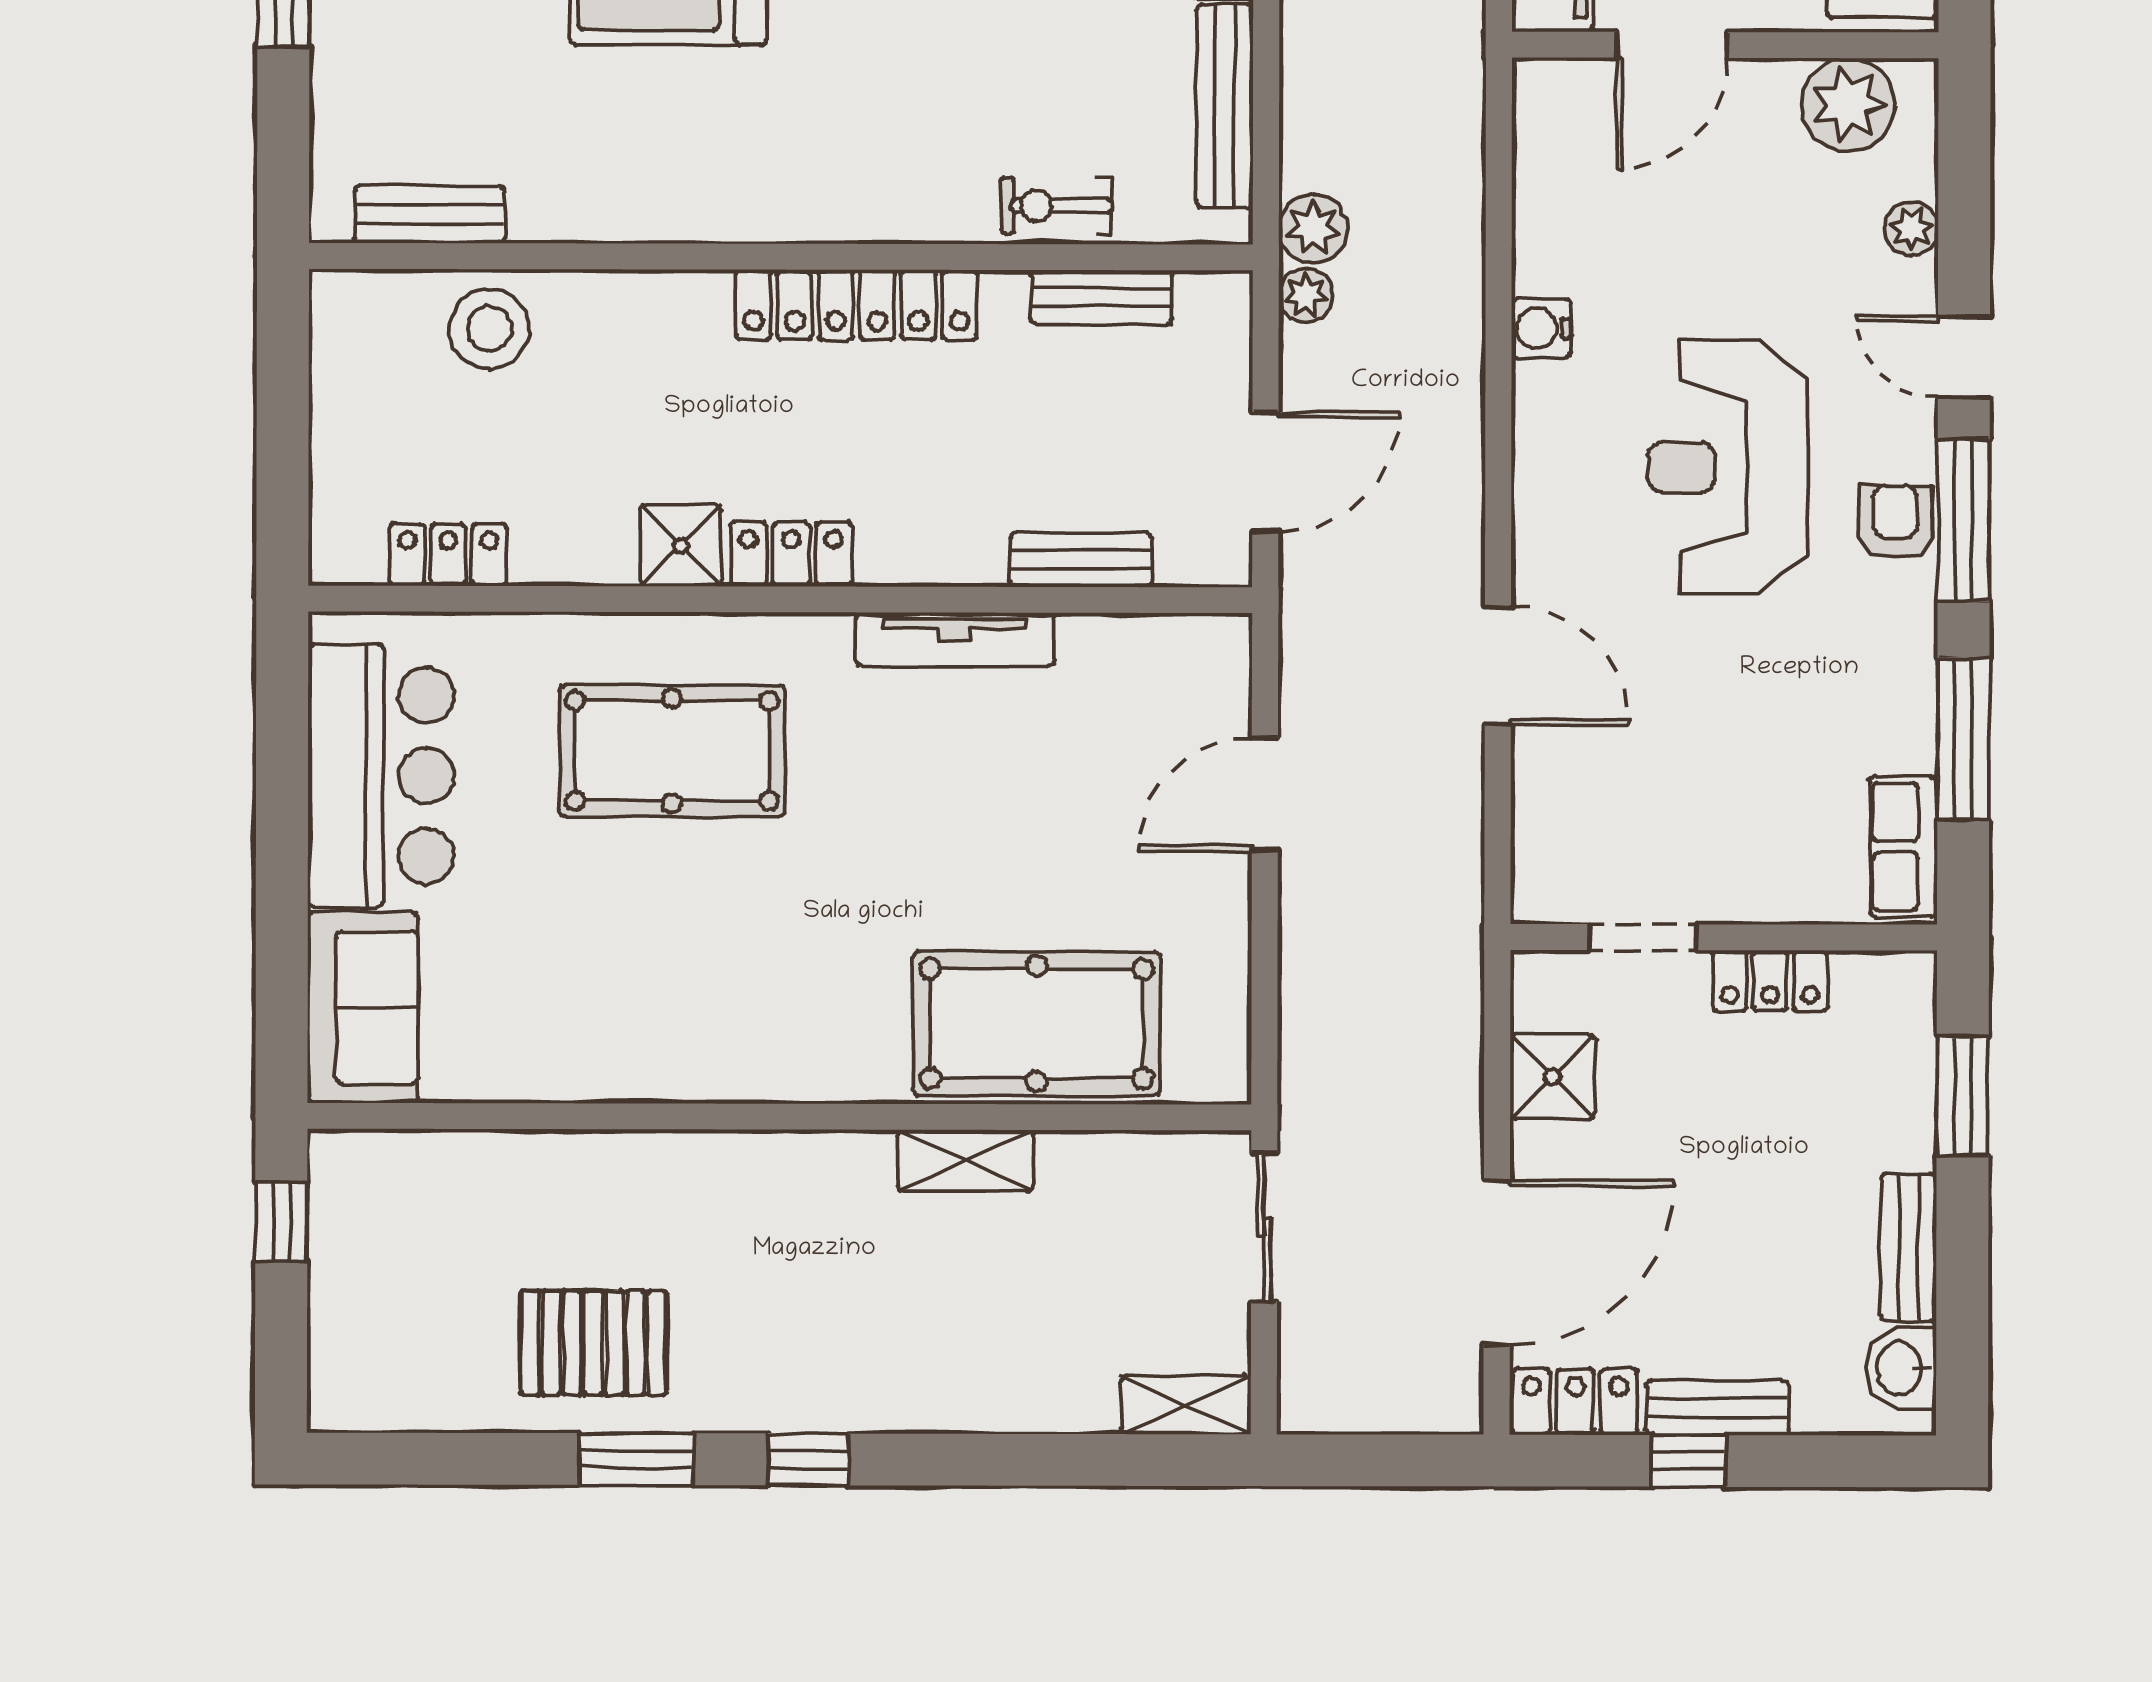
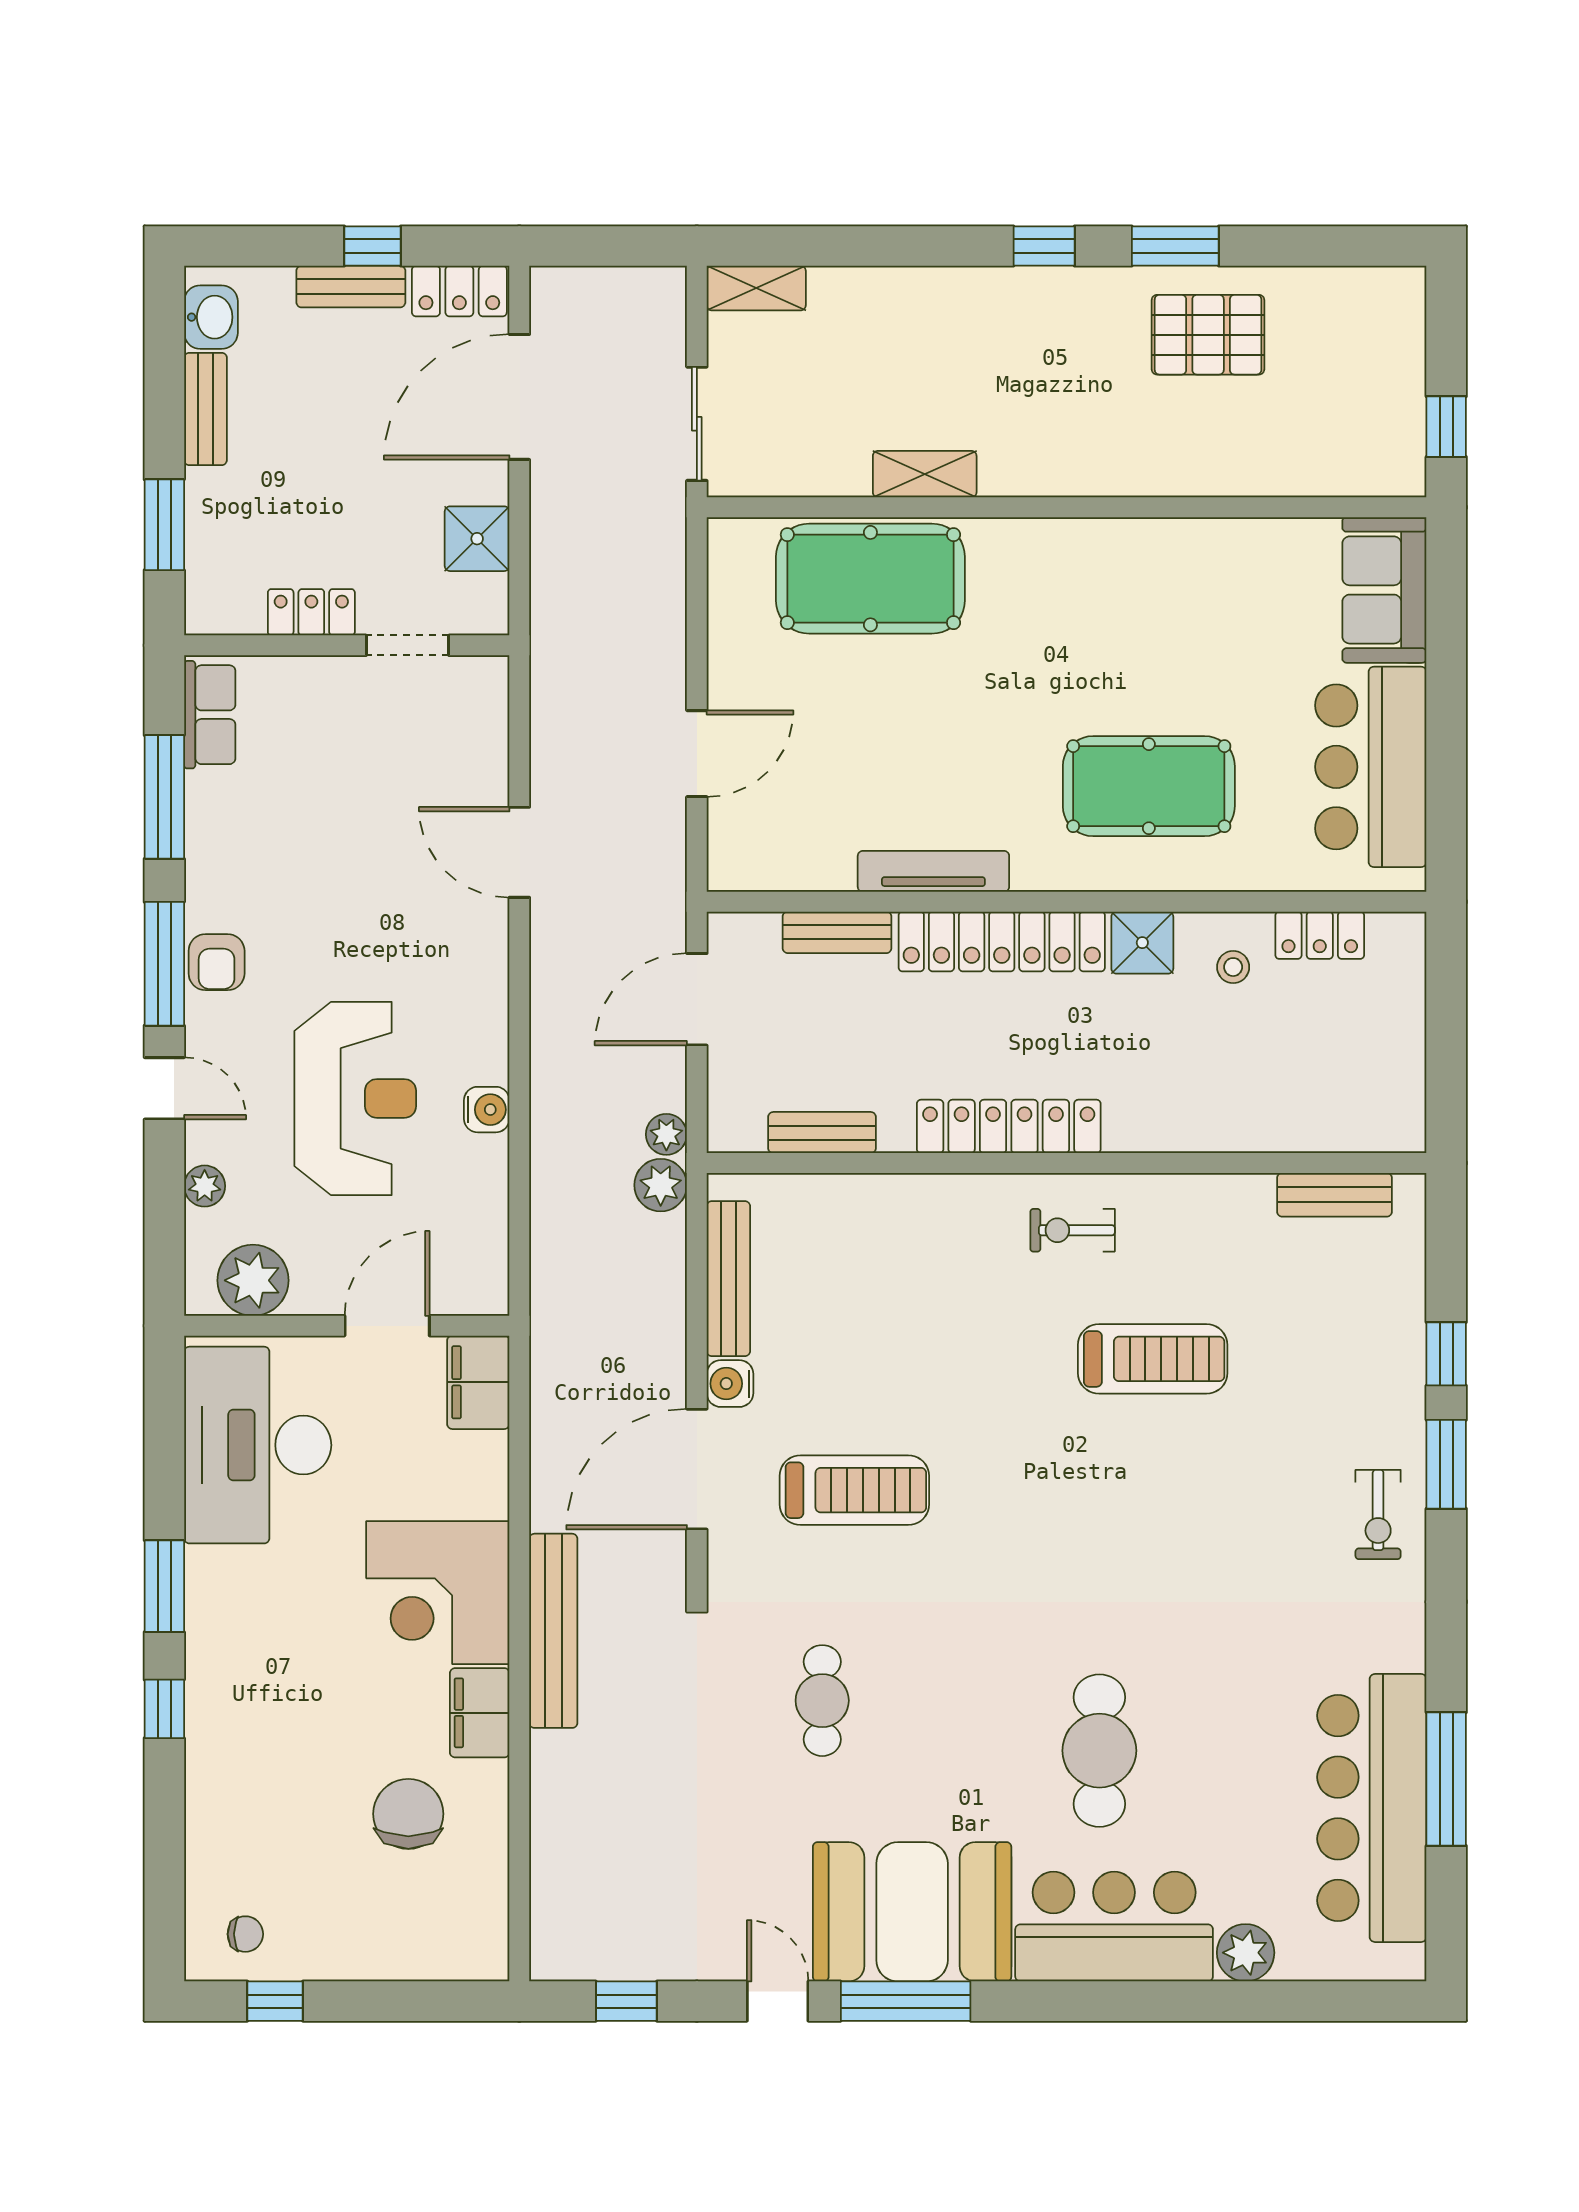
exercise bike: (1056, 205) -> (1073, 1230), moved, turned 180
stool: (489, 329) -> (1233, 967), moved, width x0.53, depth x0.53
reception desk: (1728, 467) -> (355, 1098), moved
locker: (791, 554) -> (1002, 941), width x2.16, depth x1.21

